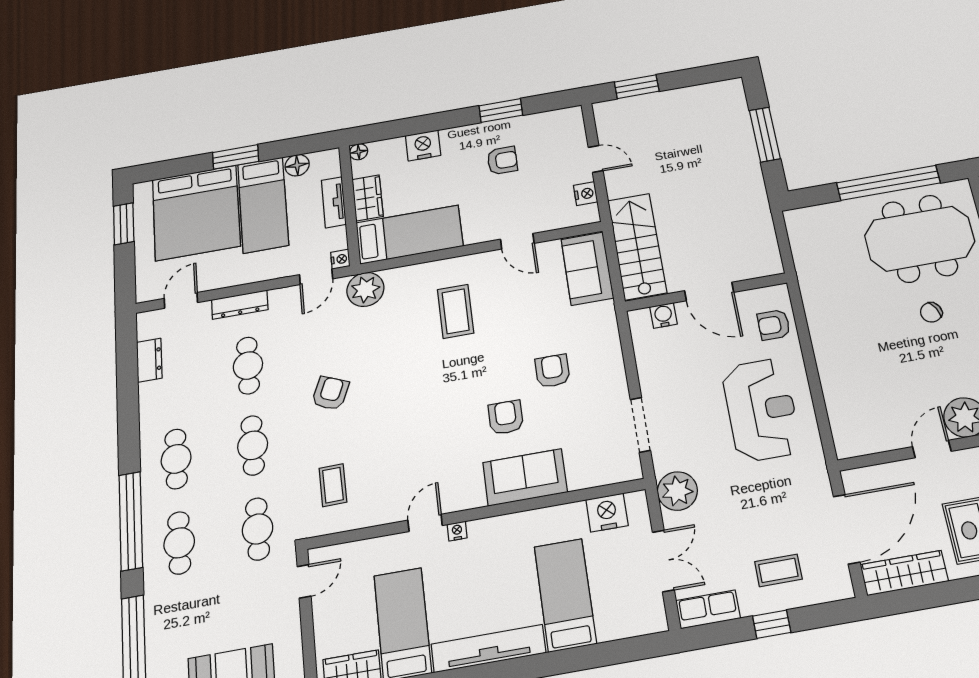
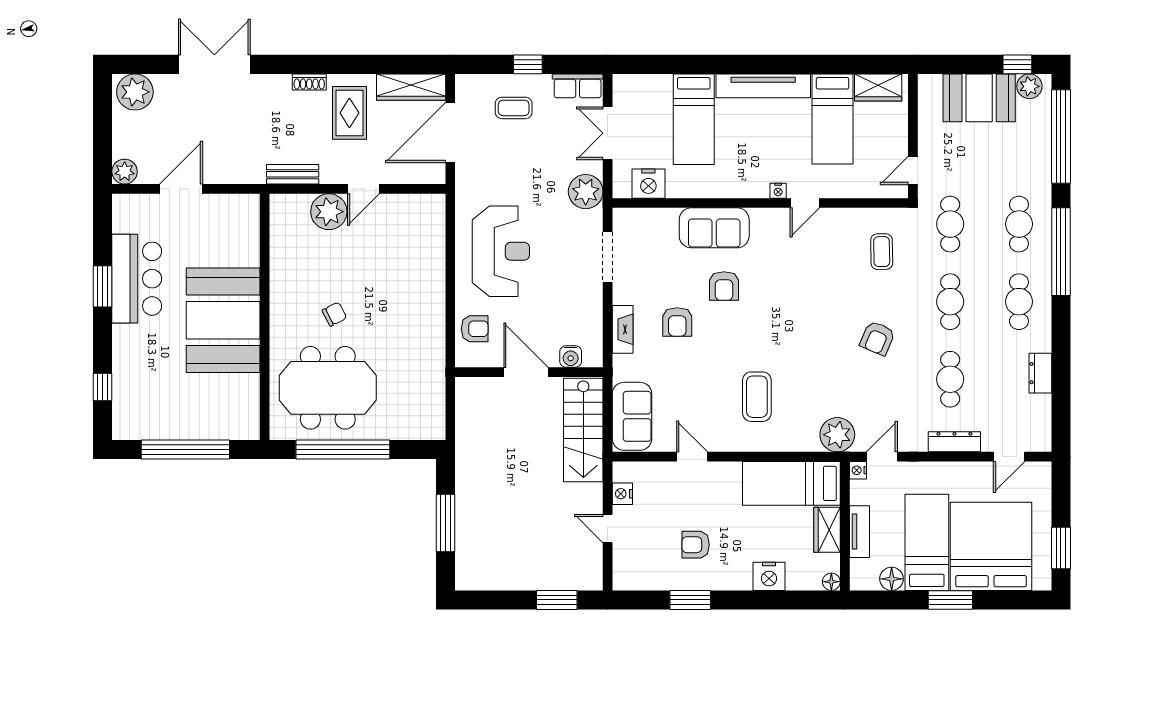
fireplace: (611, 353) -> (623, 329), added
dresser: (149, 360) -> (1040, 373), moved
reception desk: (761, 410) -> (501, 251), turned 180

